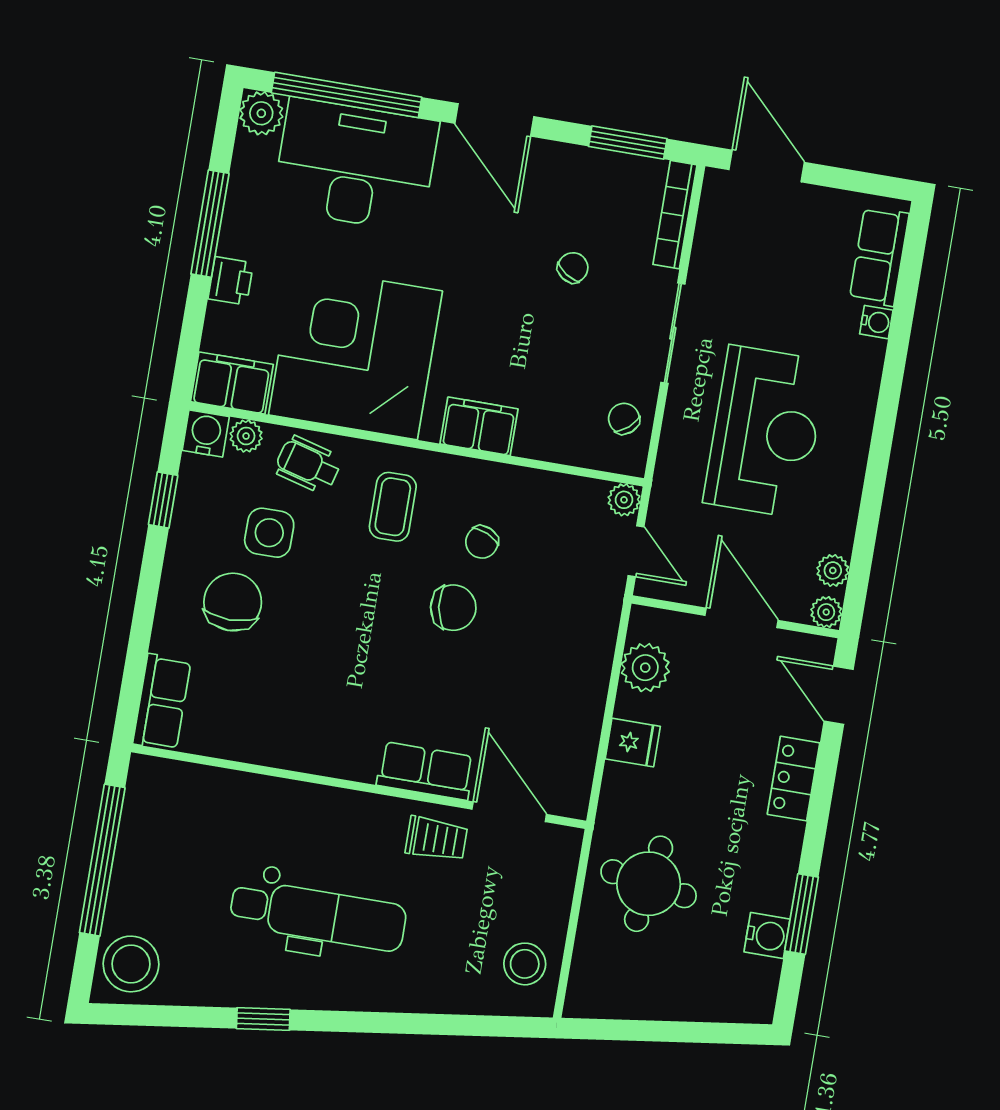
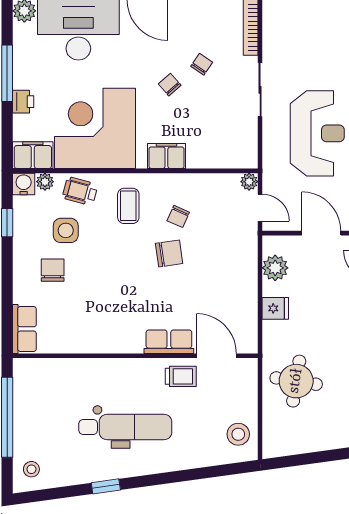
chair: (624, 419) -> (170, 85), moved
chair: (233, 602) -> (53, 270), width x0.73, depth x0.73
stool: (131, 964) -> (31, 469), width x0.53, depth x0.53

